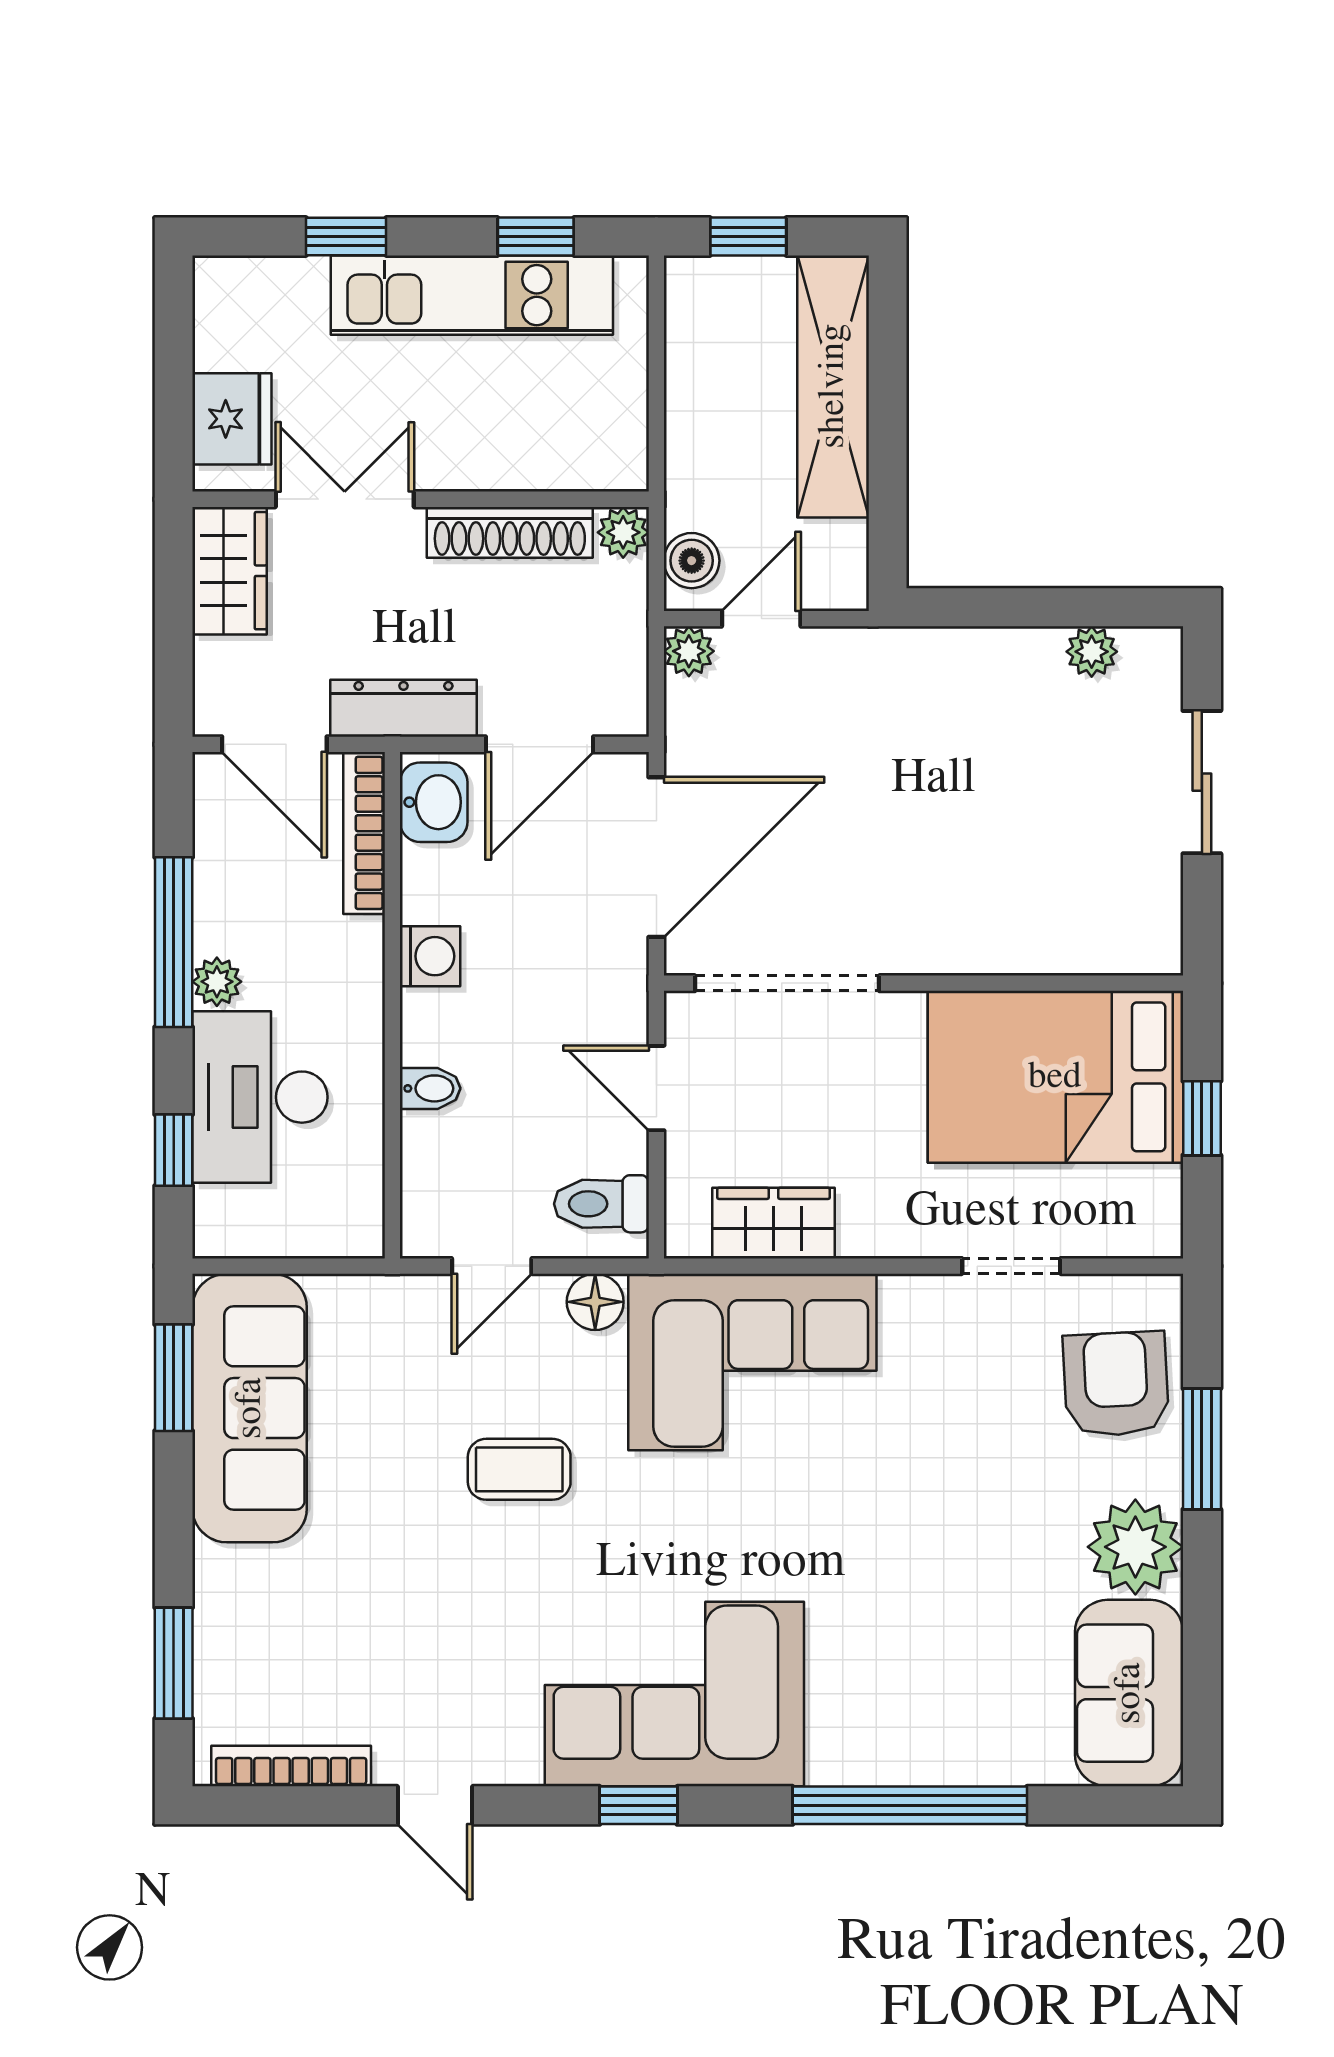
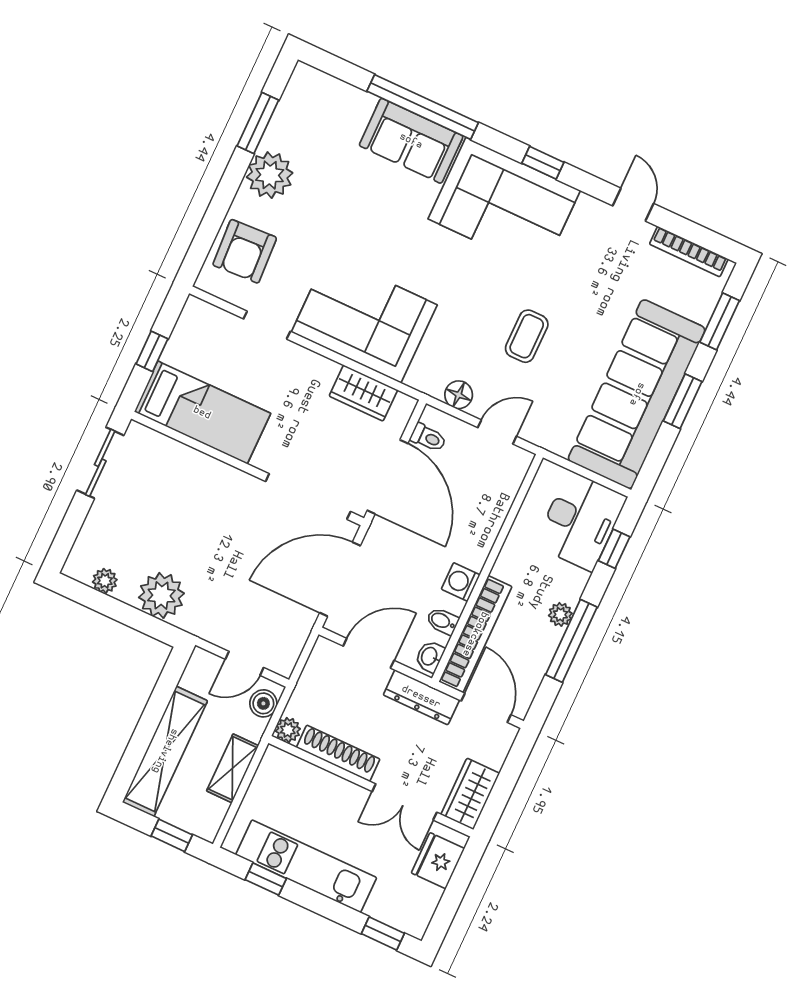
window: (346, 237) -> (383, 933), moved
shelving: (693, 414) -> (233, 768), added
plant: (689, 651) -> (161, 595), moved, width x1.88, depth x1.88
sliding door: (1202, 782) -> (100, 463), moved
washbasin: (434, 802) -> (430, 656), width x0.72, depth x0.69
bookcase: (364, 833) -> (475, 634), width x1.48, depth x1.31
bed: (1055, 1077) -> (202, 413), width x0.67
bidet: (430, 1088) -> (442, 621), moved
door: (656, 1088) -> (387, 477), width x1.87
desk: (260, 1097) -> (581, 521), moved
toilet: (601, 1204) -> (428, 438), width x0.73, depth x0.72
corner sofa: (752, 1362) -> (364, 319), moved
window: (174, 1378) -> (683, 401), moved
sofa: (250, 1408) -> (637, 394), width x1.36, depth x1.27
window: (1202, 1449) -> (258, 123), moved
coffee table: (519, 1469) -> (527, 336), turned 90
sofa: (1129, 1693) -> (411, 141), moved, turned 90

